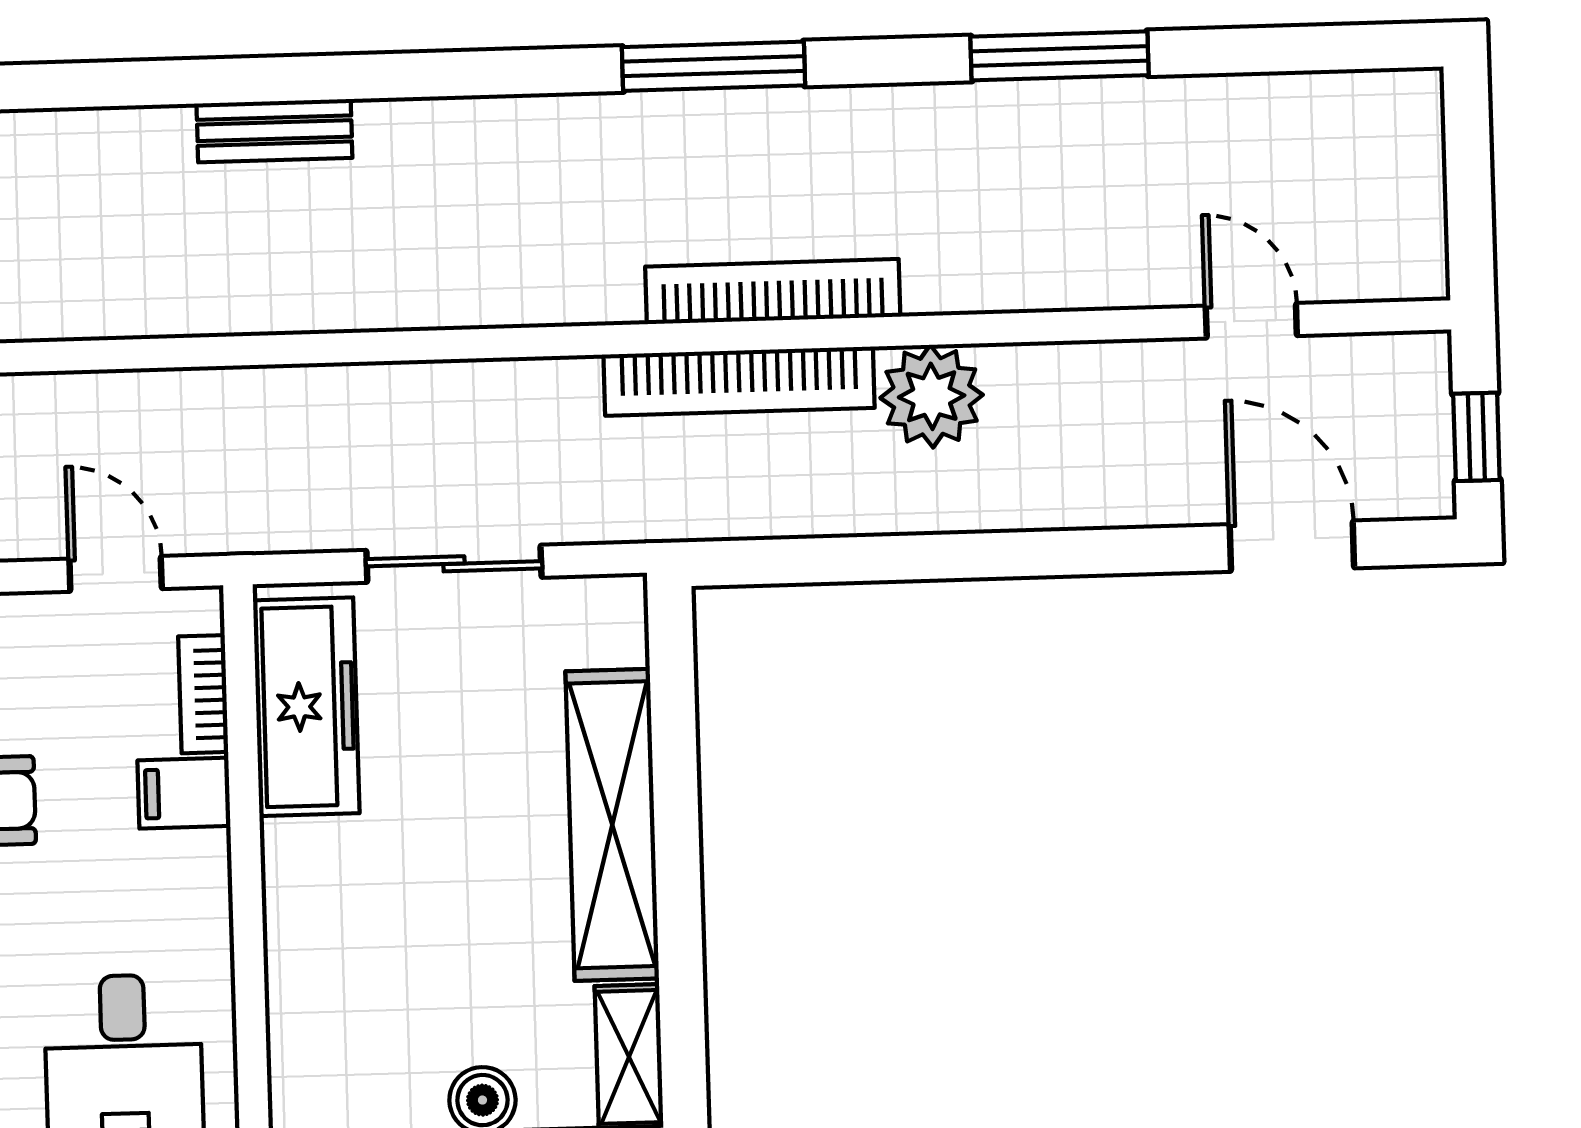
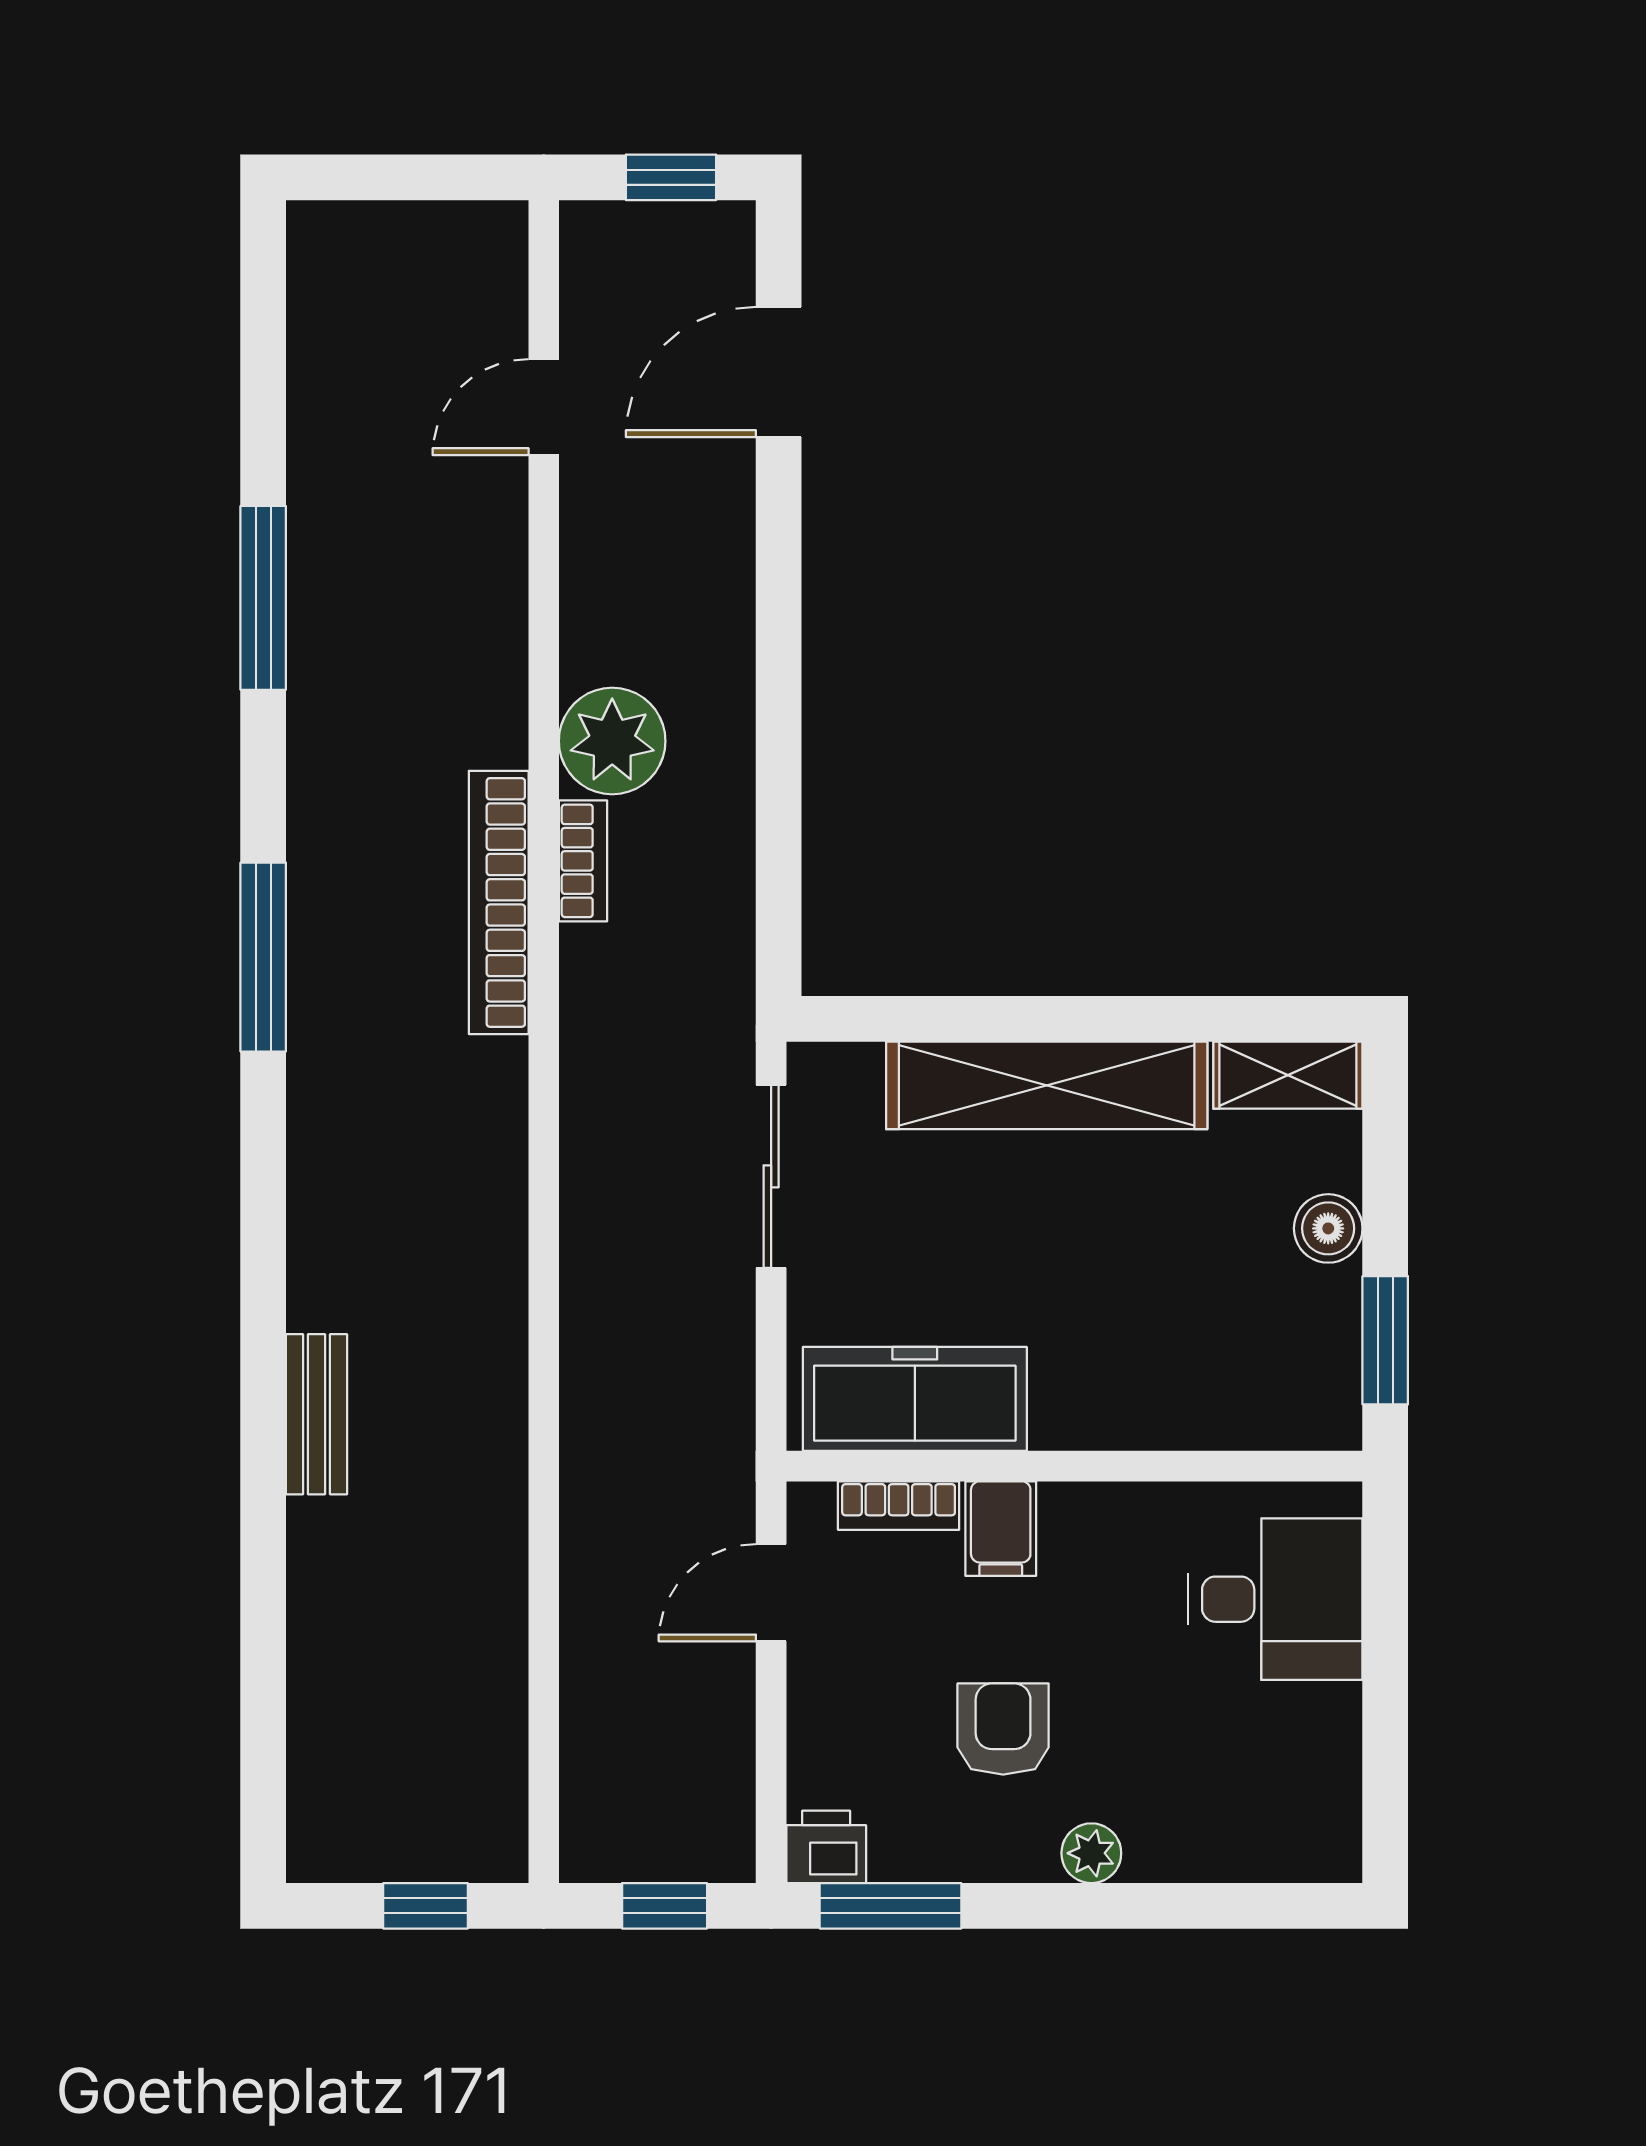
bookcase: (739, 381) -> (583, 861), width x0.43, depth x0.76
sliding door: (454, 564) -> (771, 1176), moved

